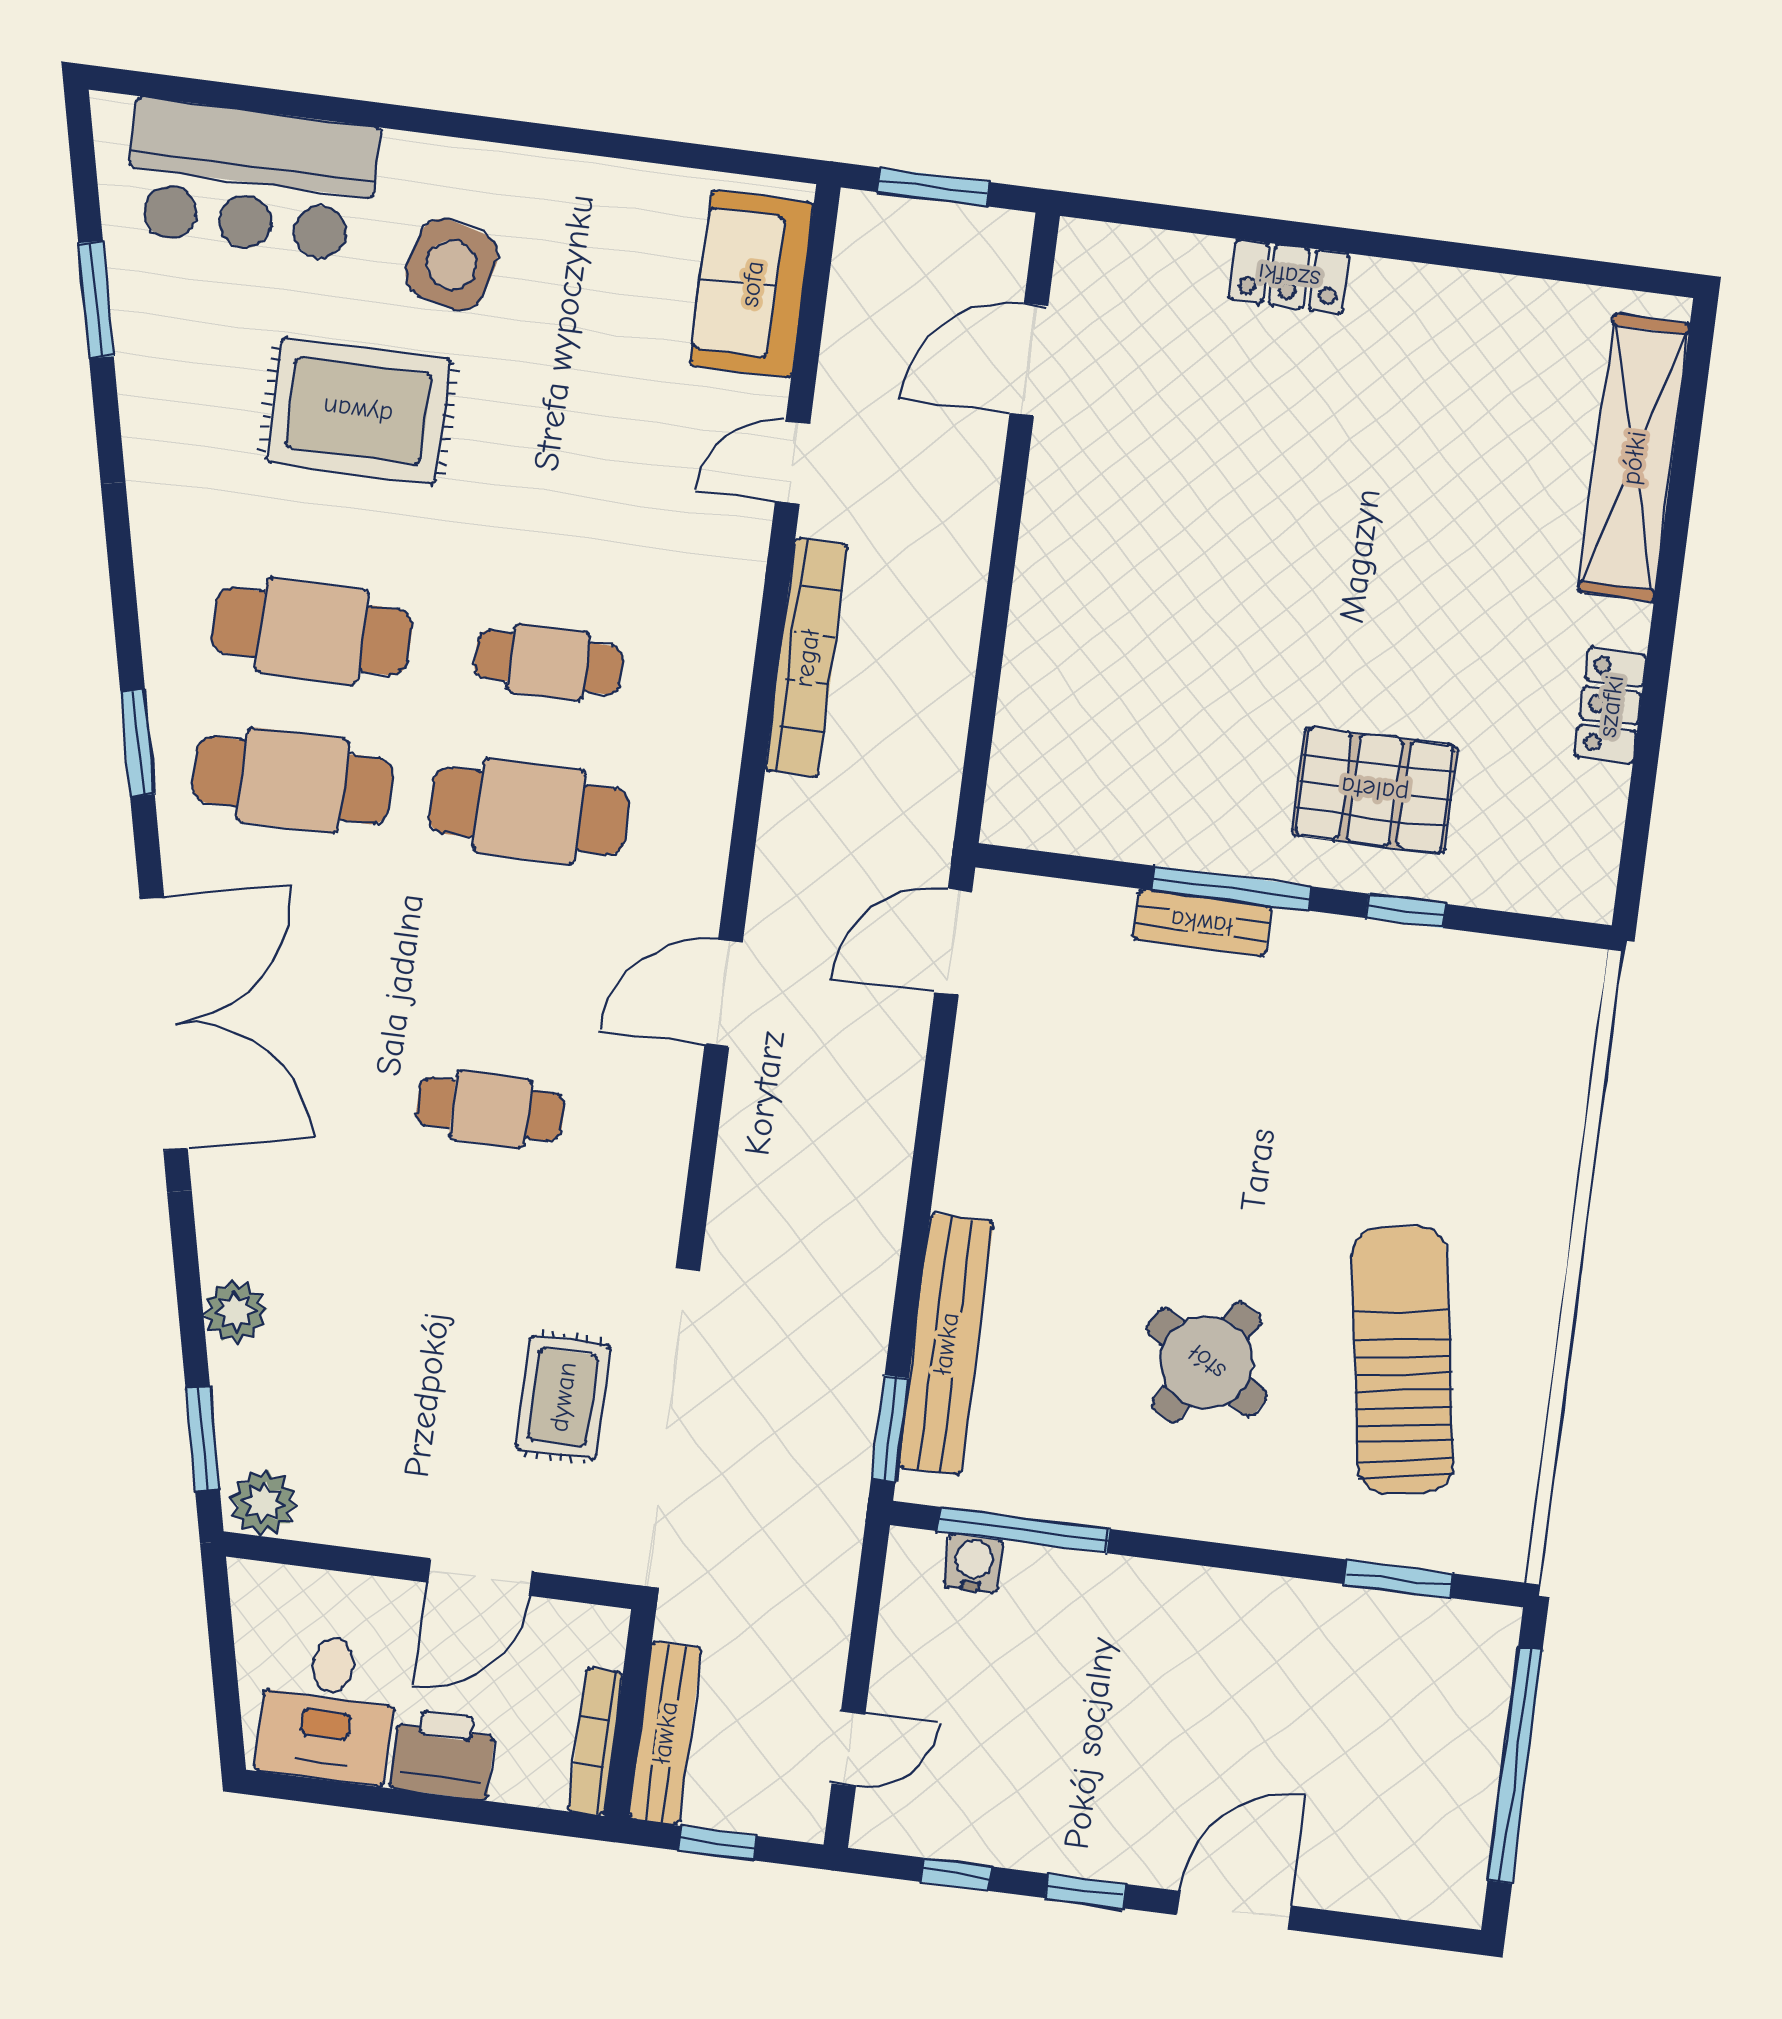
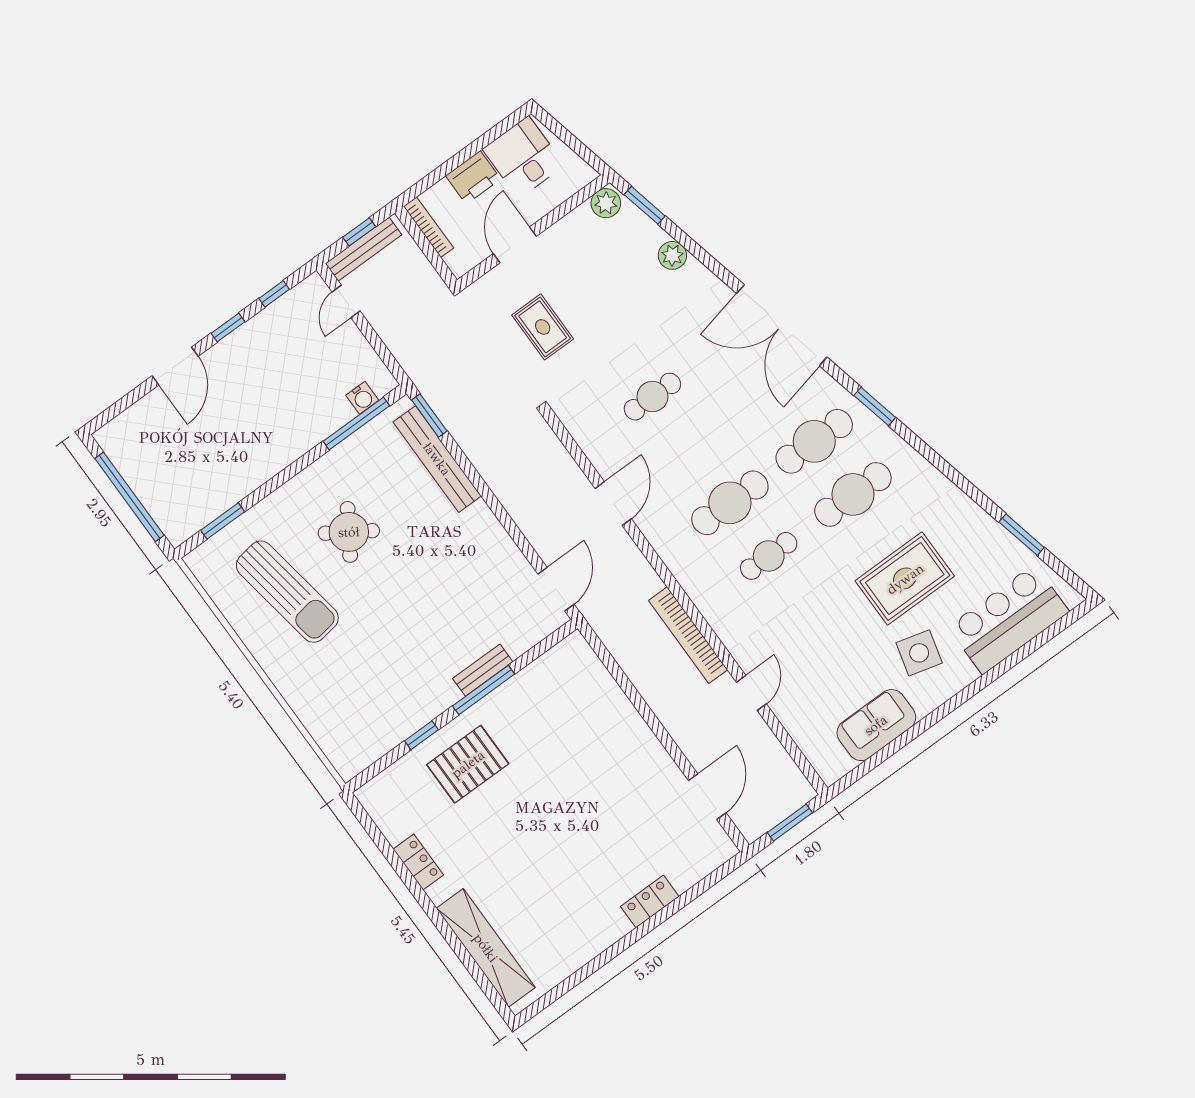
sofa: (752, 284) -> (876, 725), moved, turned -90
bench: (665, 1733) -> (363, 249), moved, turned 90

